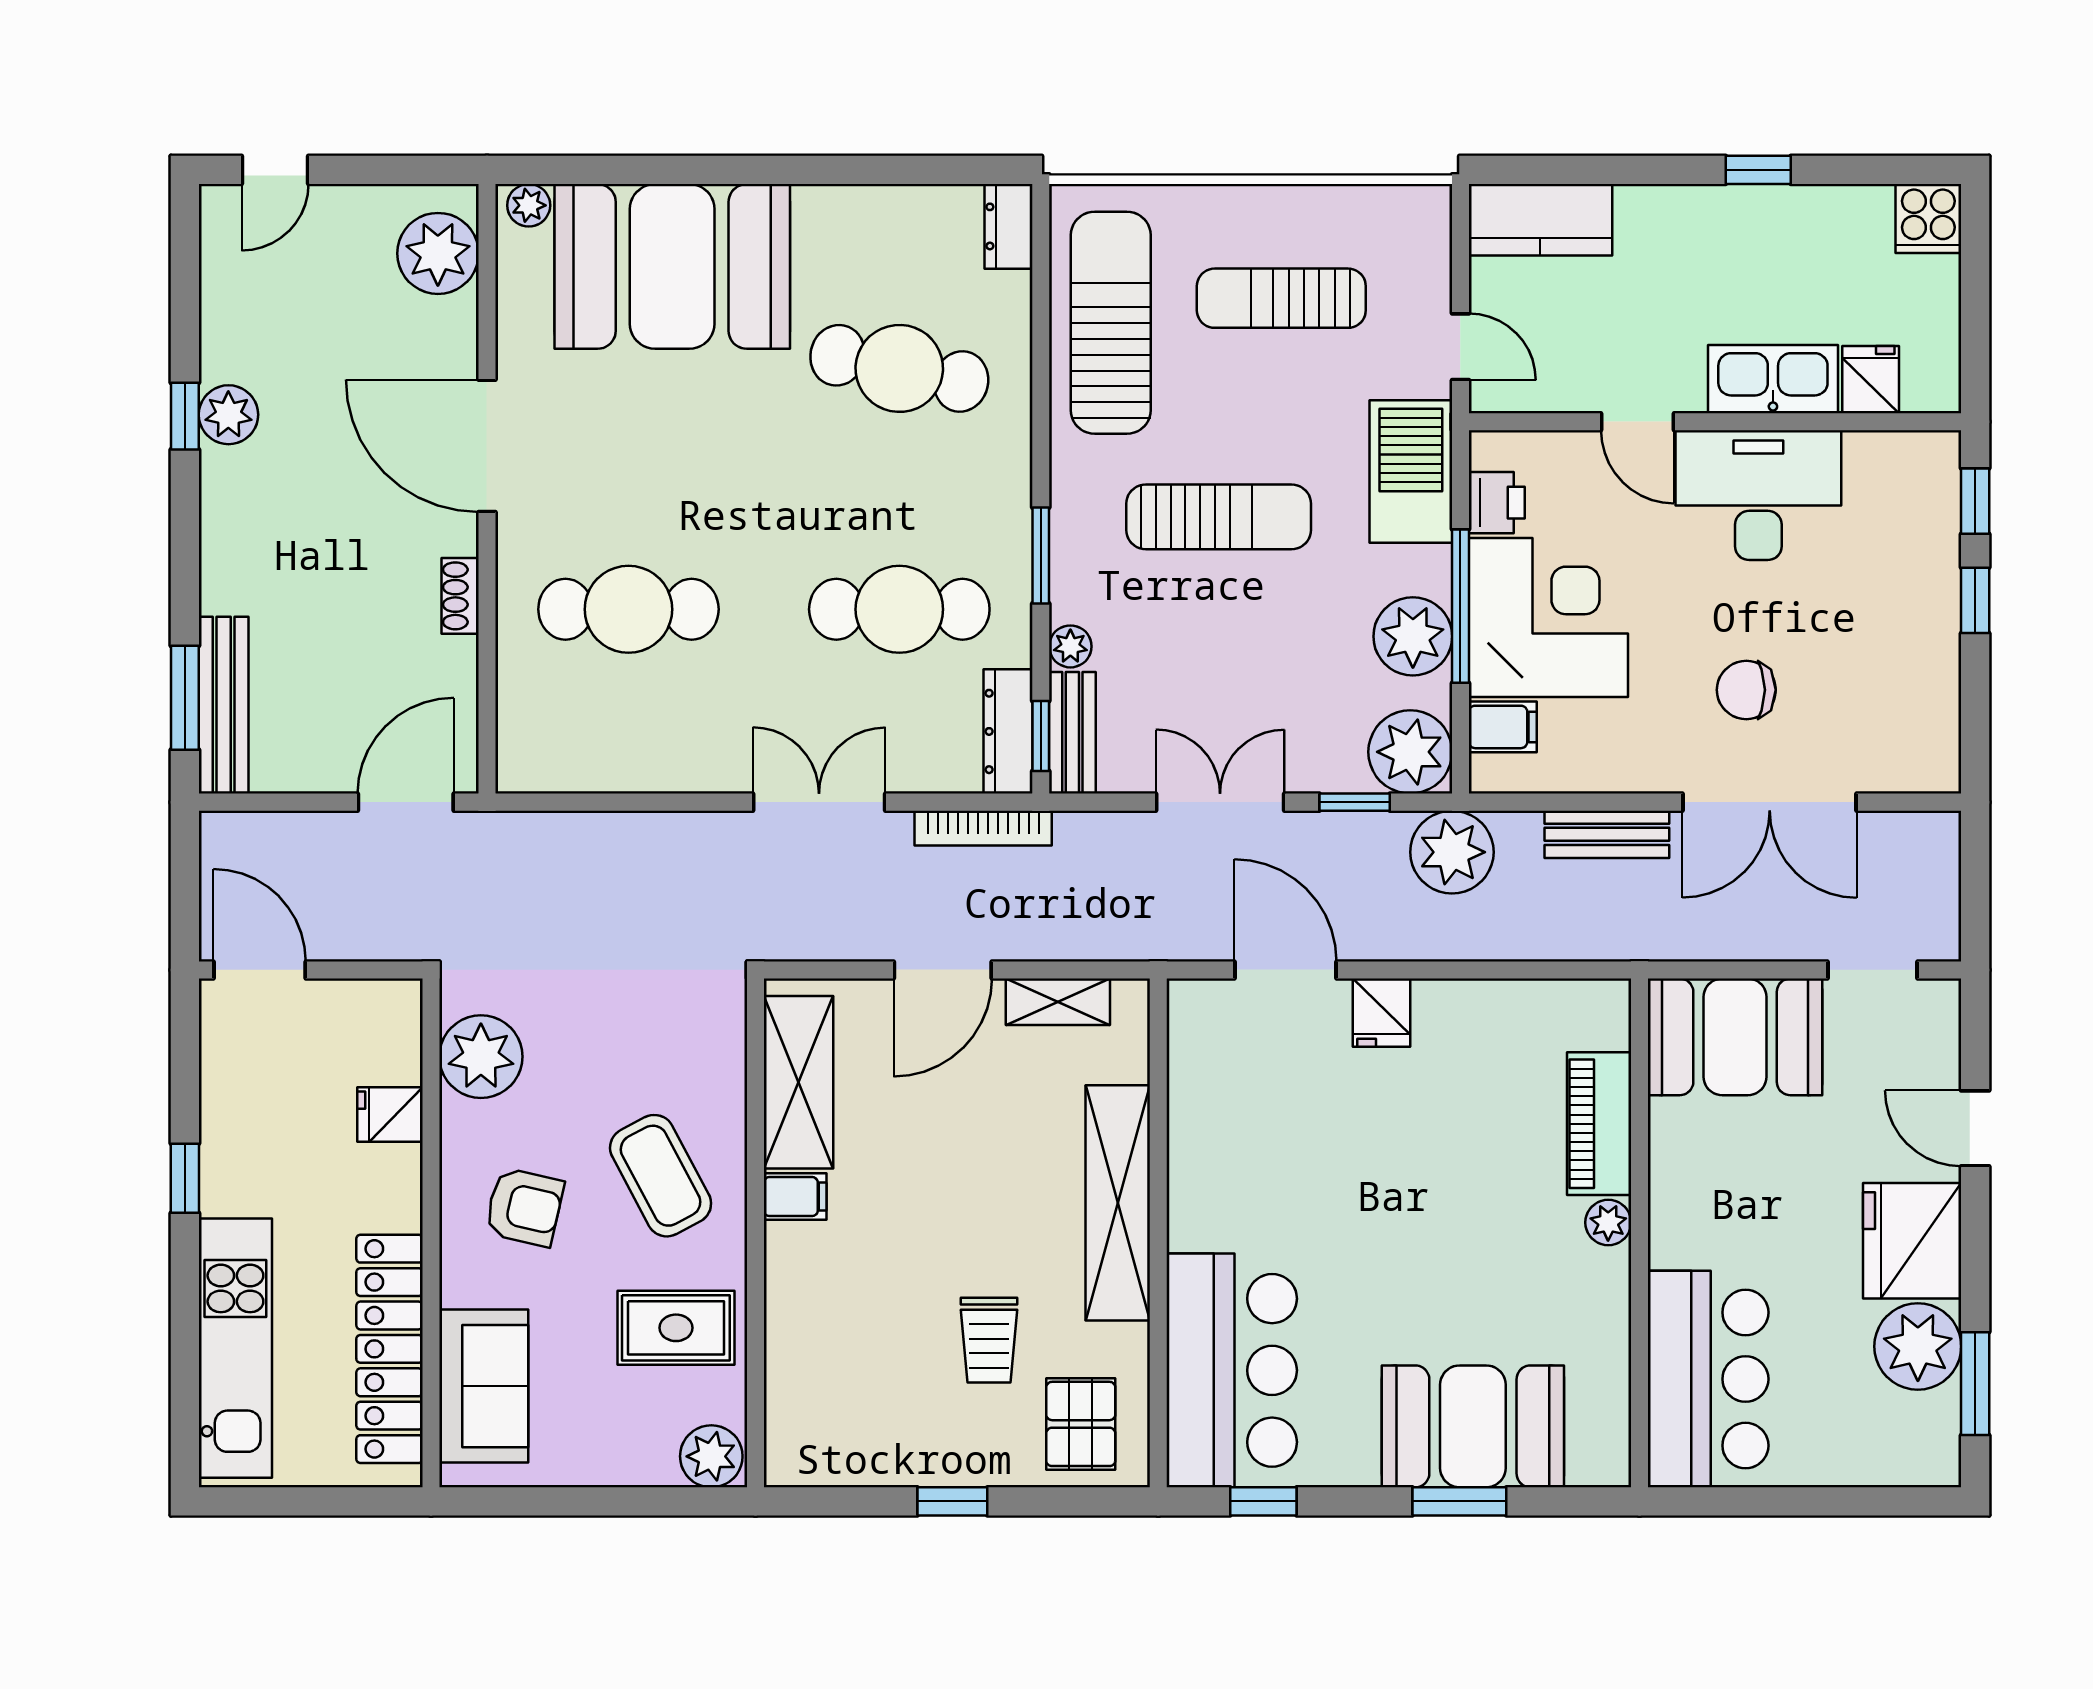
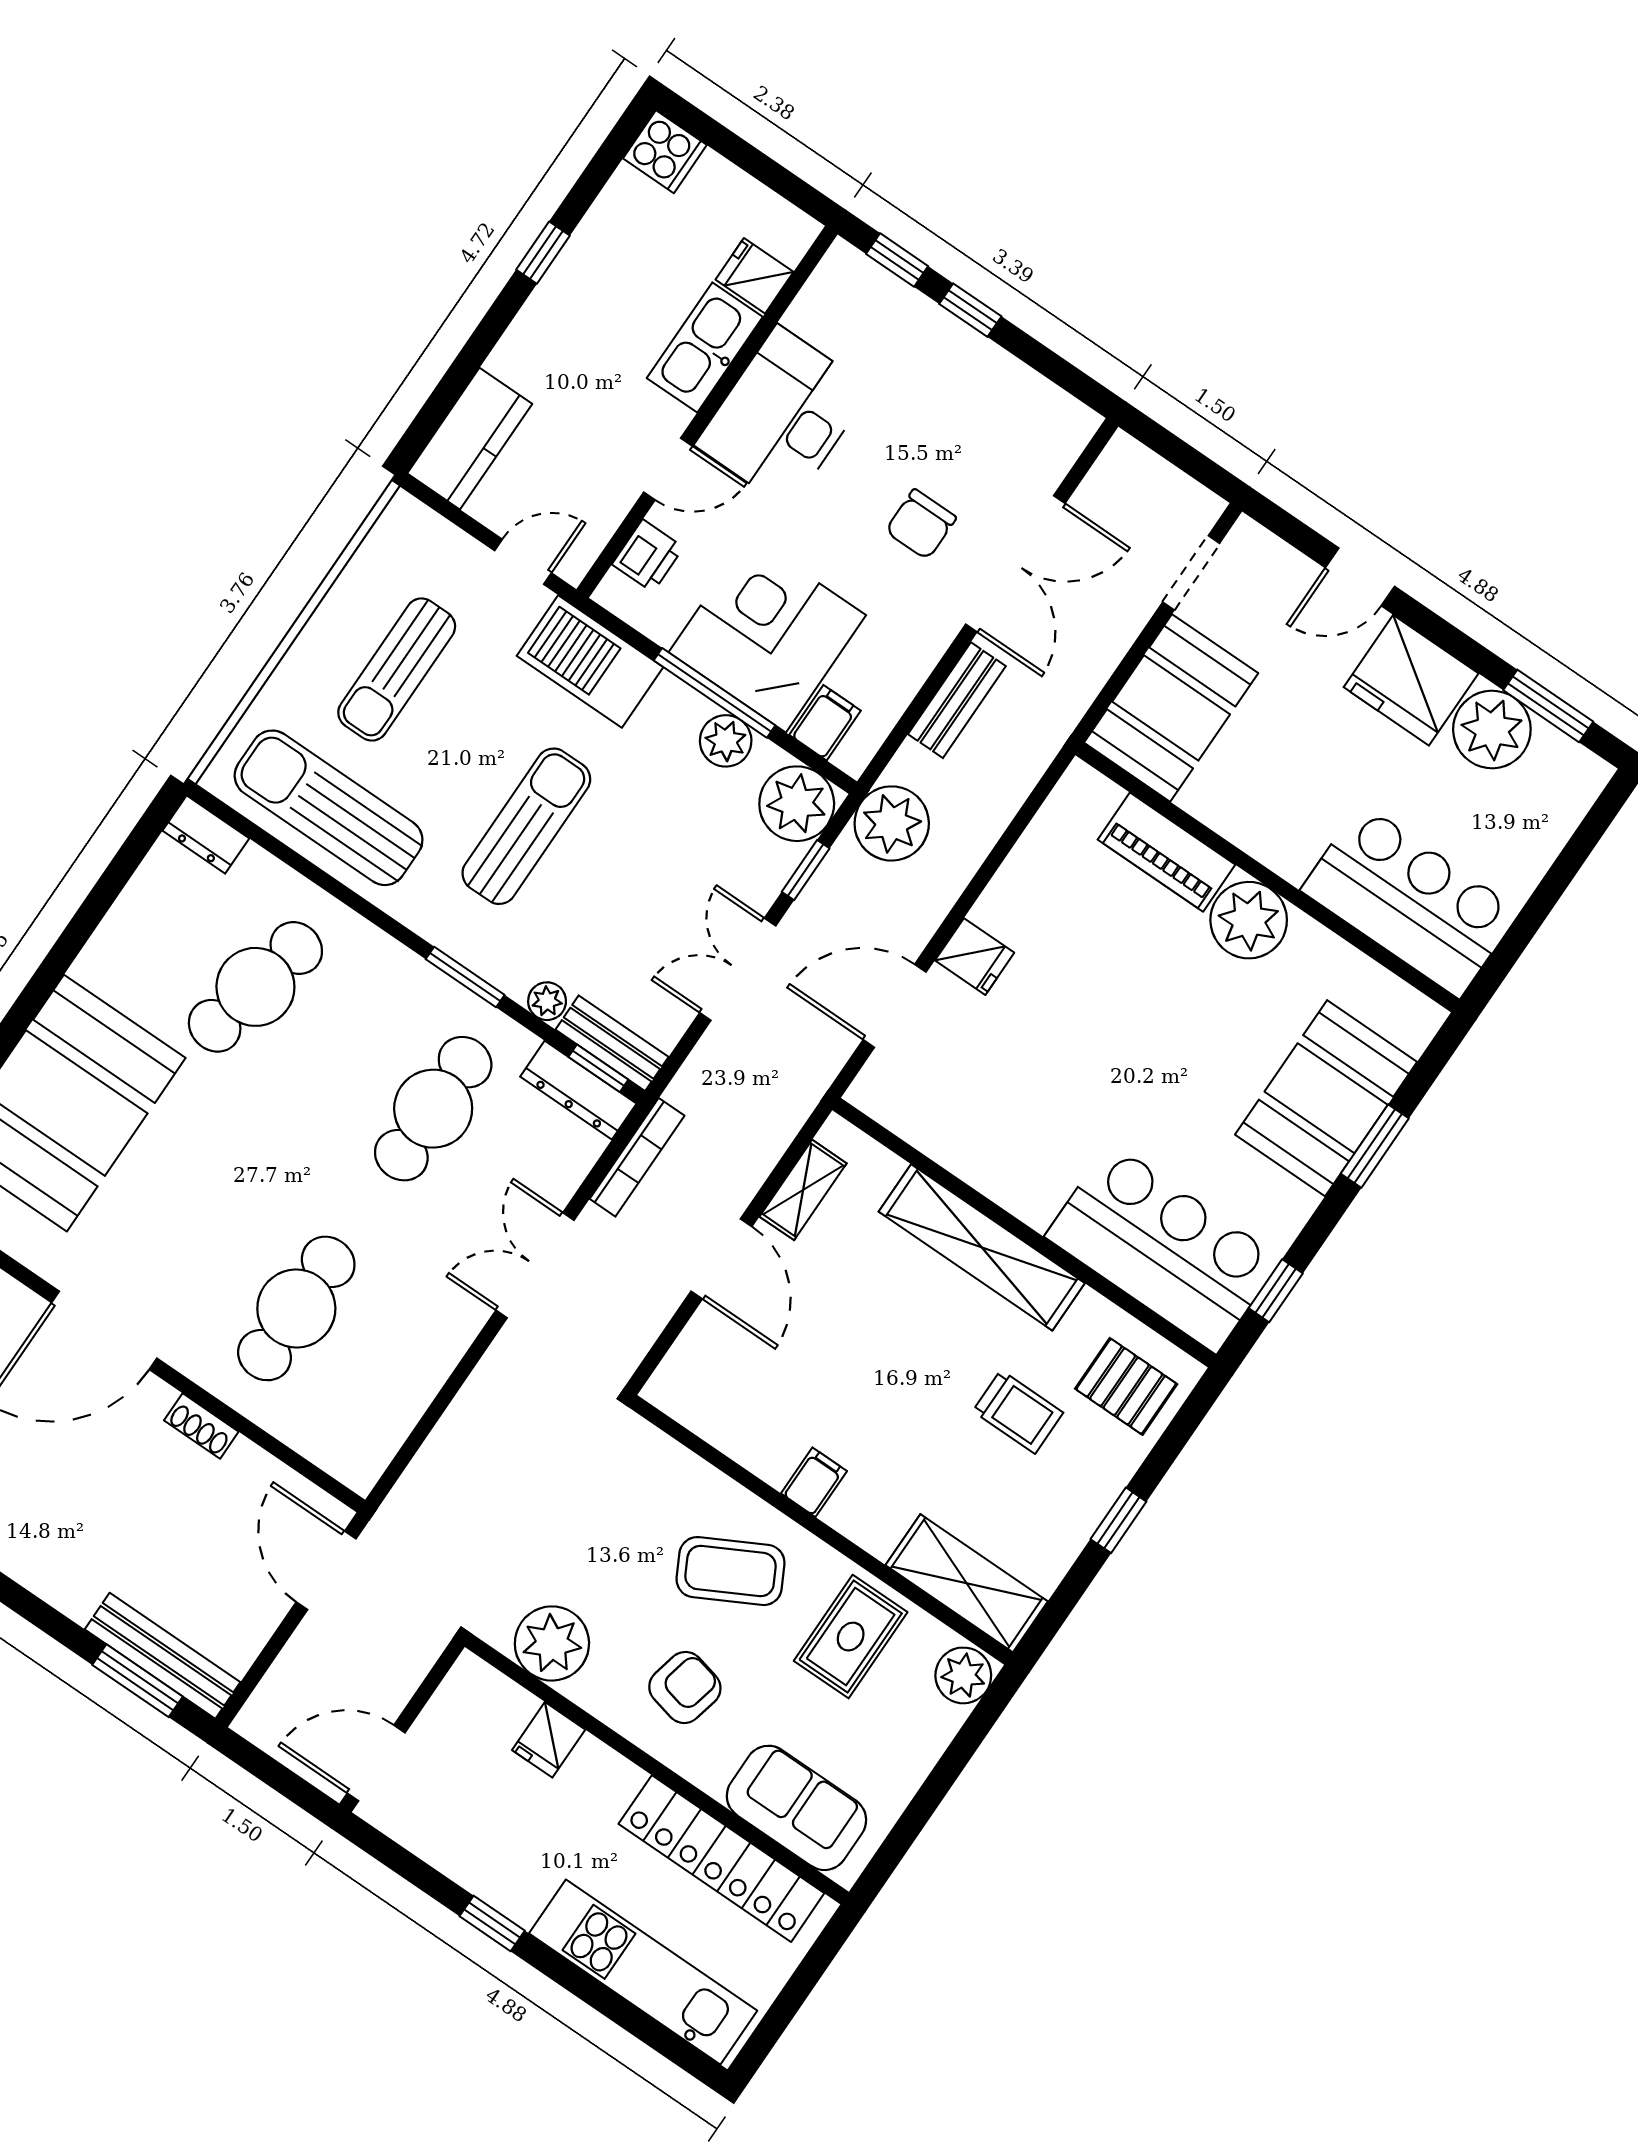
printer: (1497, 503) -> (648, 556), moved, turned 90
plant: (1413, 636) -> (726, 741), width x0.73, depth x0.73
shelving: (798, 1082) -> (967, 1583), moved
plant: (1608, 1223) -> (1249, 920), width x1.88, depth x1.88

